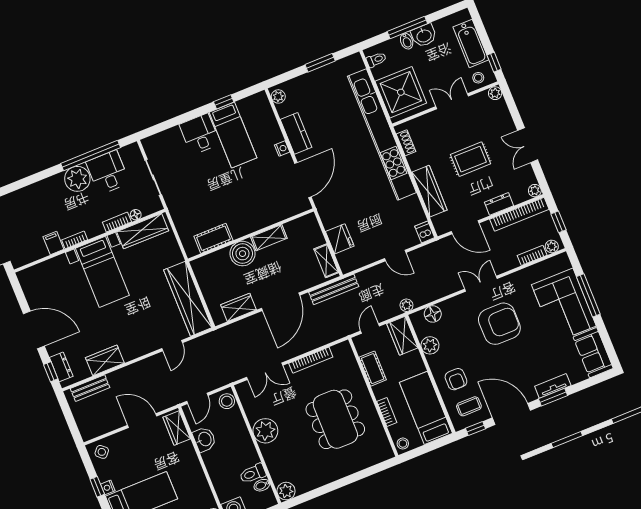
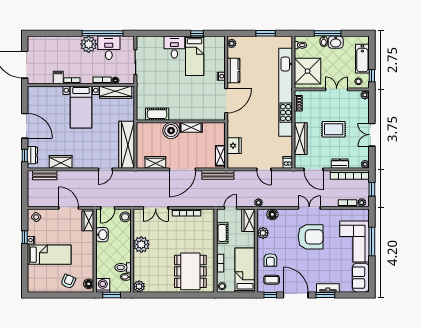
dining table: (335, 419) -> (190, 271), moved

